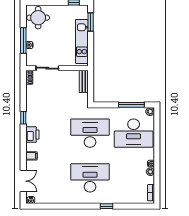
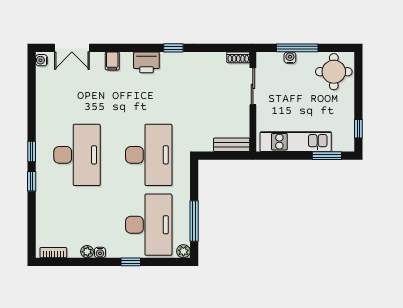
desk: (134, 133) -> (149, 225), turned 180
window: (157, 144) -> (131, 262), added
window: (88, 206) -> (32, 152), added

